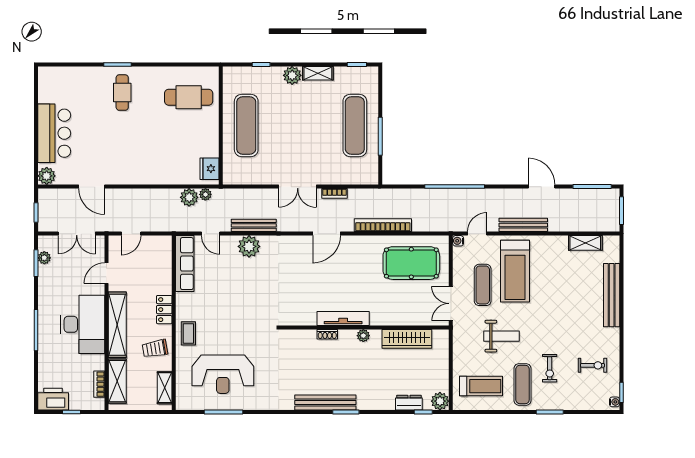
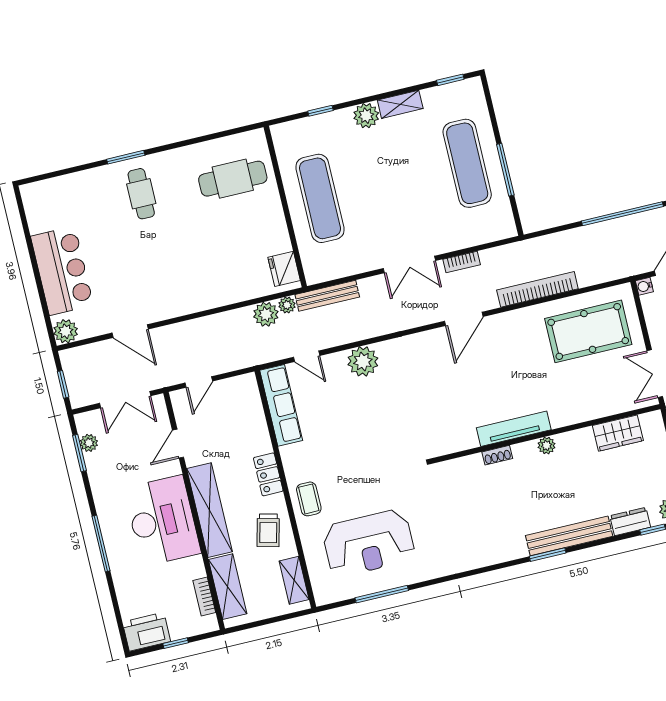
bench: (254, 225) -> (327, 296), moved
wardrobe: (407, 339) -> (618, 433), width x0.67
trolley: (155, 349) -> (268, 530), turned -66
bench: (325, 403) -> (569, 536), moved

